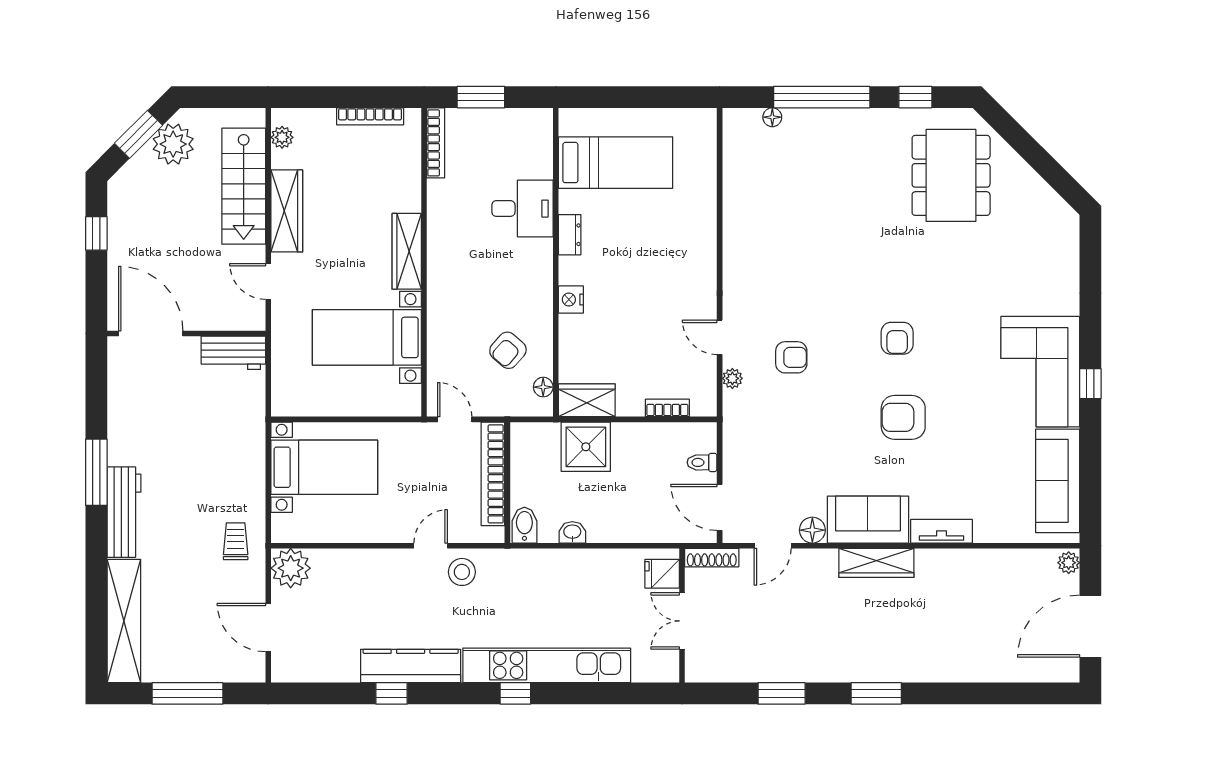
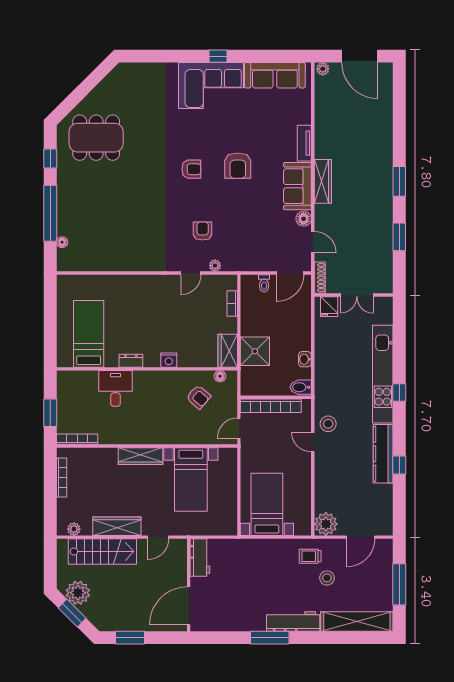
window: (96, 233) -> (130, 638), width x1.50
stool: (199, 570) -> (327, 578), added

